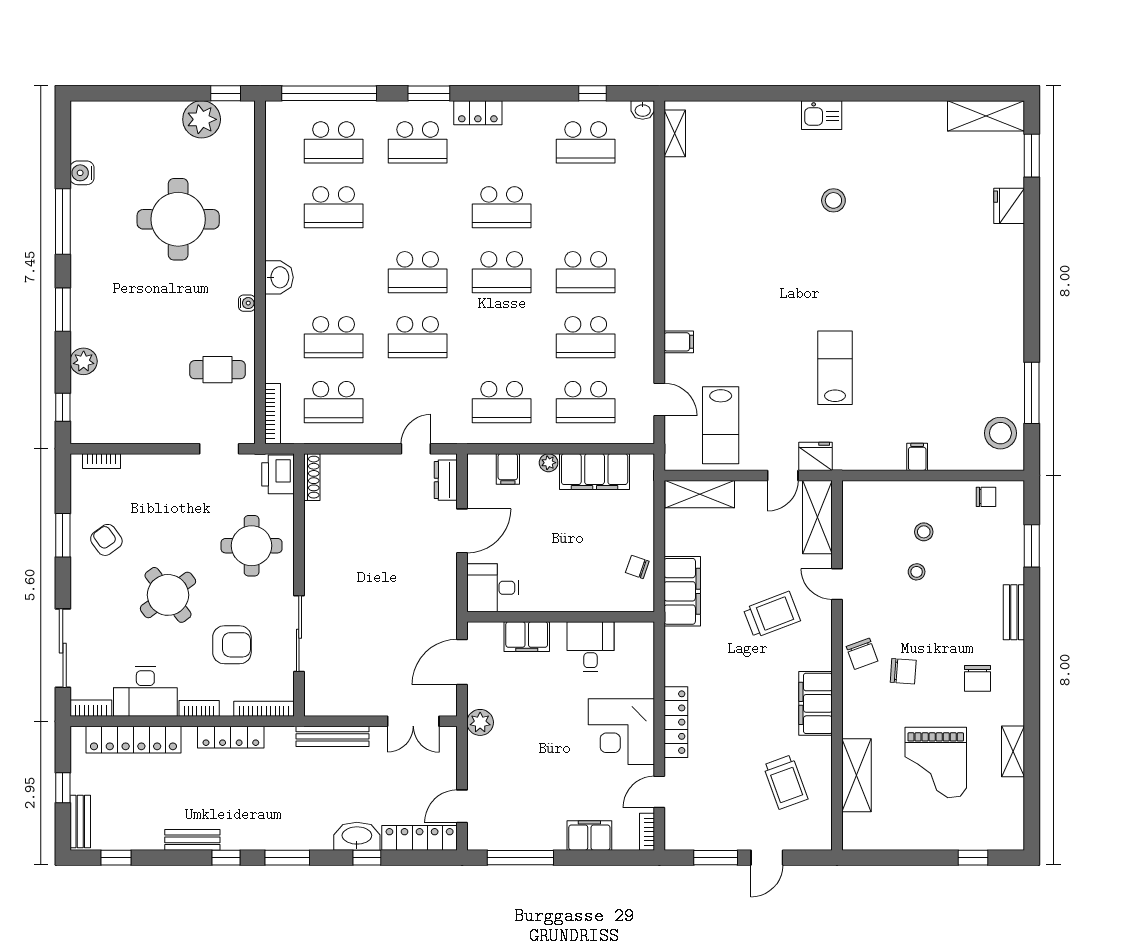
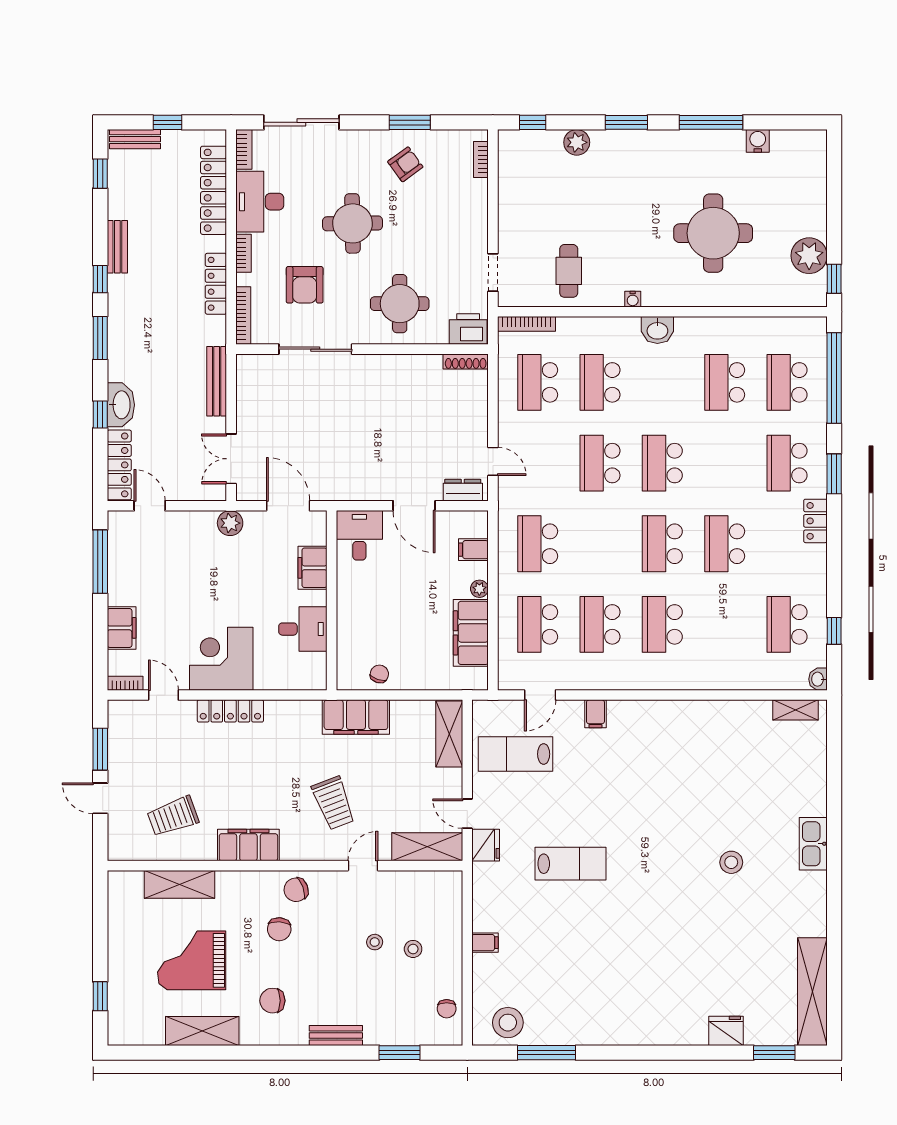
kitchen sink: (822, 115) -> (813, 844), width x1.38
shelving: (986, 116) -> (812, 992), width x1.47
round table: (168, 595) -> (352, 223), turned 36
shelving: (1013, 751) -> (202, 1031), width x1.50, depth x1.33

